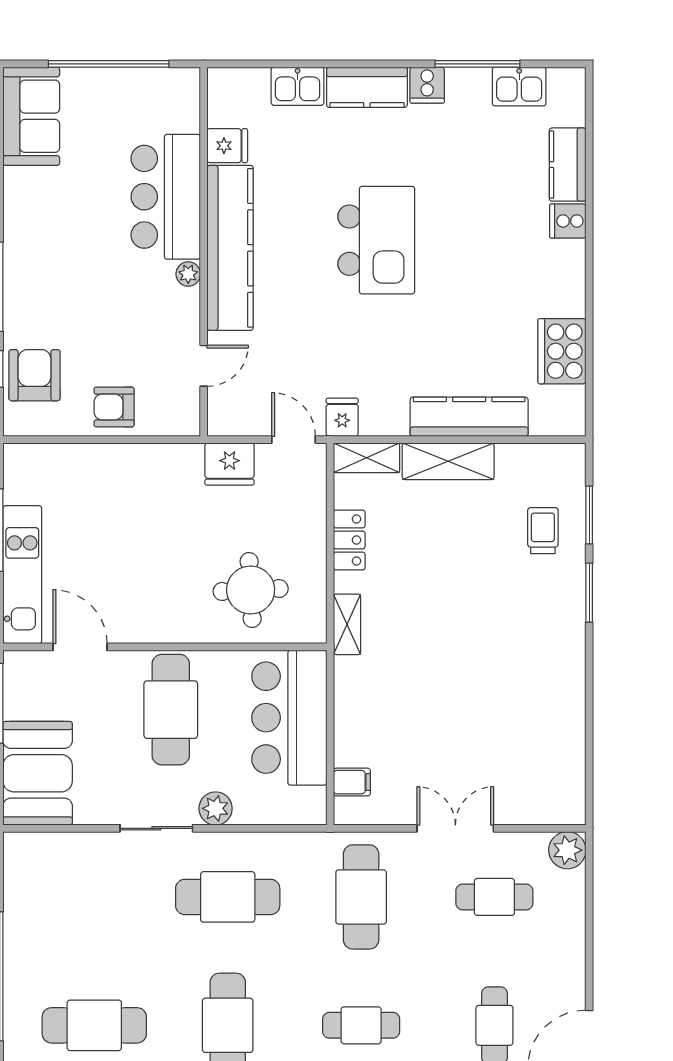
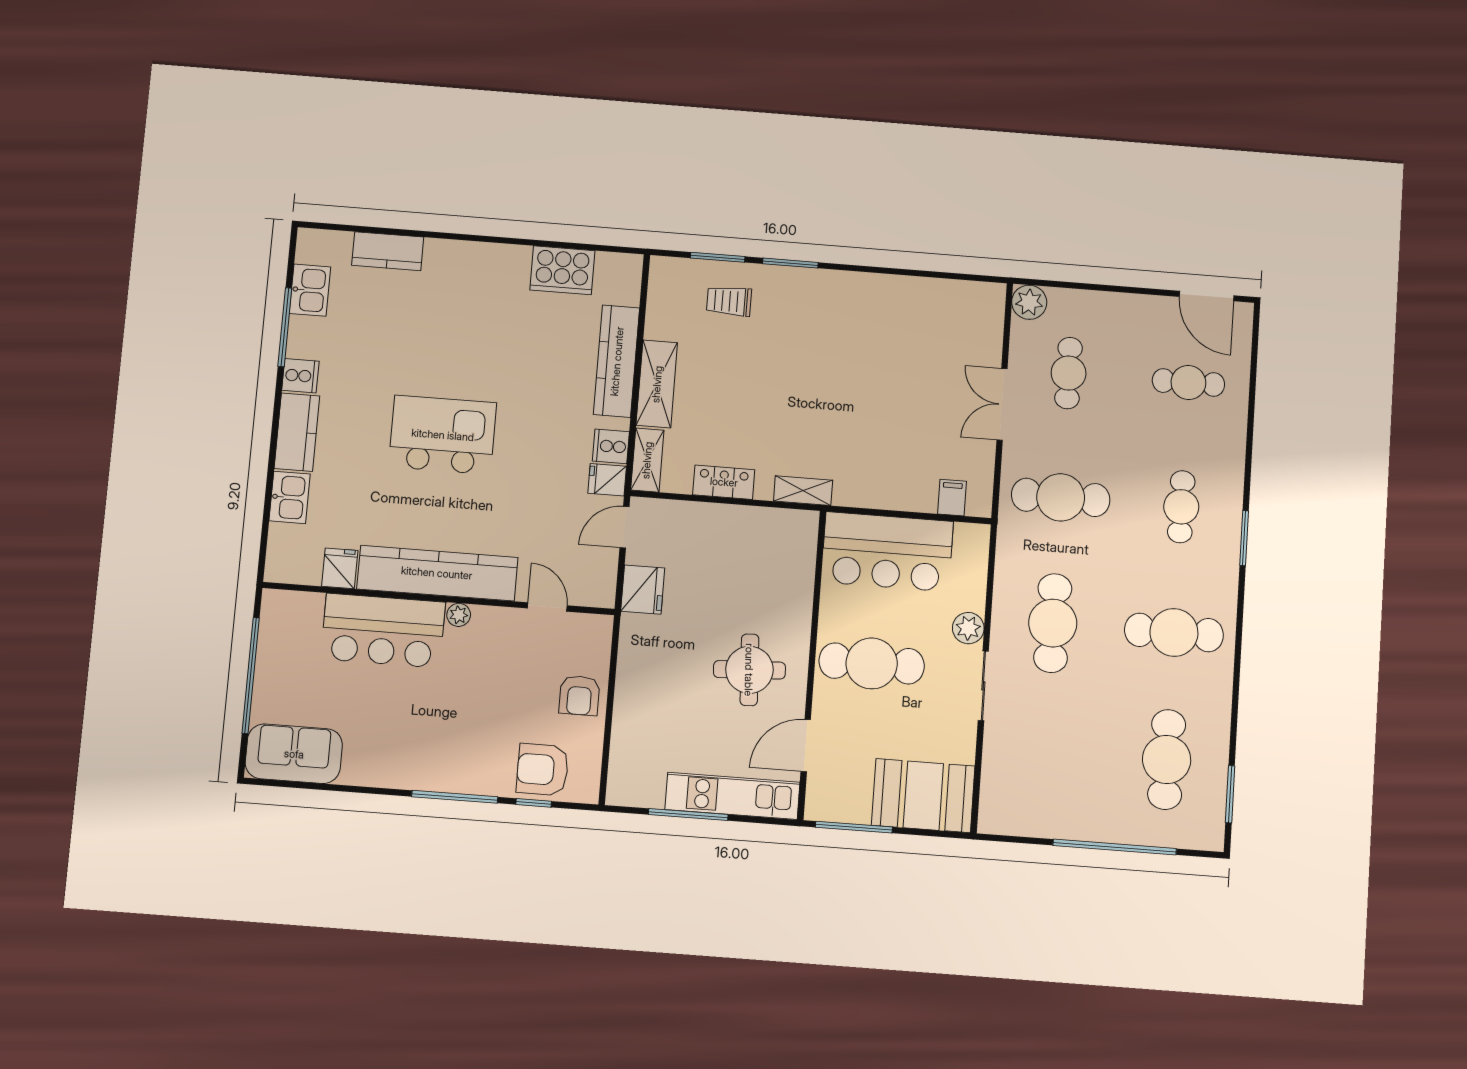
cooker: (568, 221) -> (611, 446), moved, turned 90
round table: (251, 590) -> (749, 670), moved

